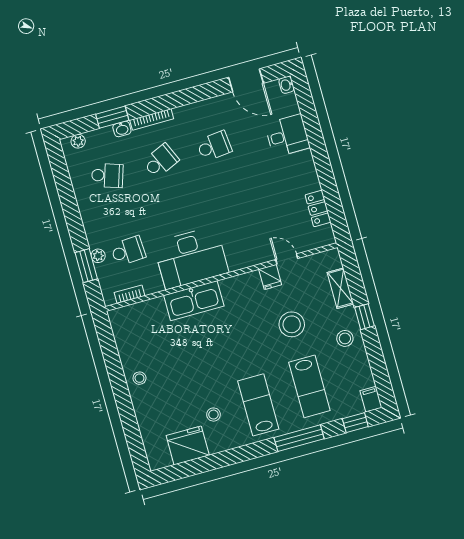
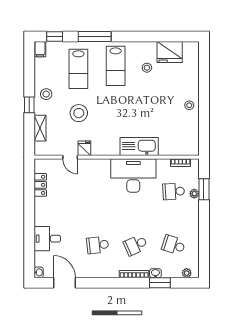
lab bench: (309, 386) -> (78, 69), turned 180

